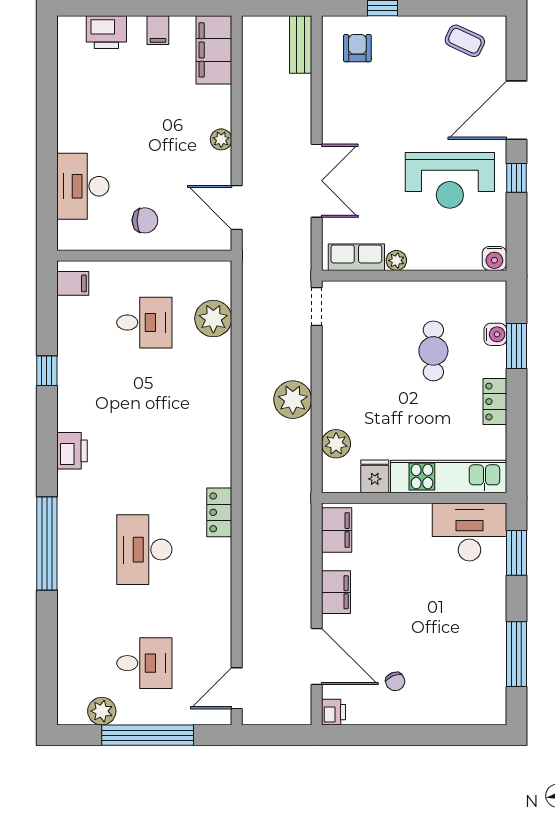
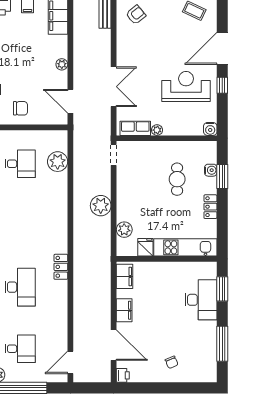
armchair: (357, 48) -> (136, 15), turned 51
reception desk: (450, 180) -> (186, 87), turned 180
desk: (469, 532) -> (201, 300), moved, turned 90
desk: (144, 550) -> (20, 287), turned 180
chair: (395, 681) -> (172, 362), moved

